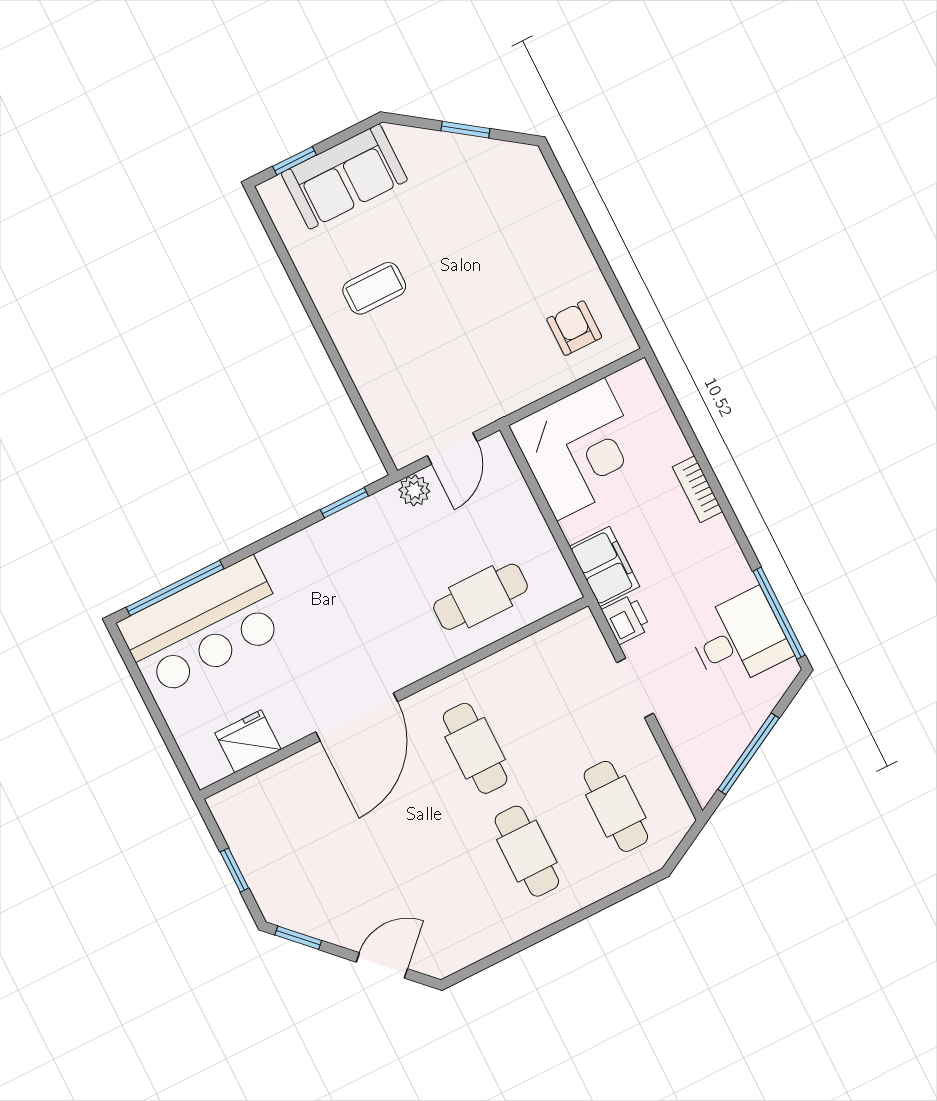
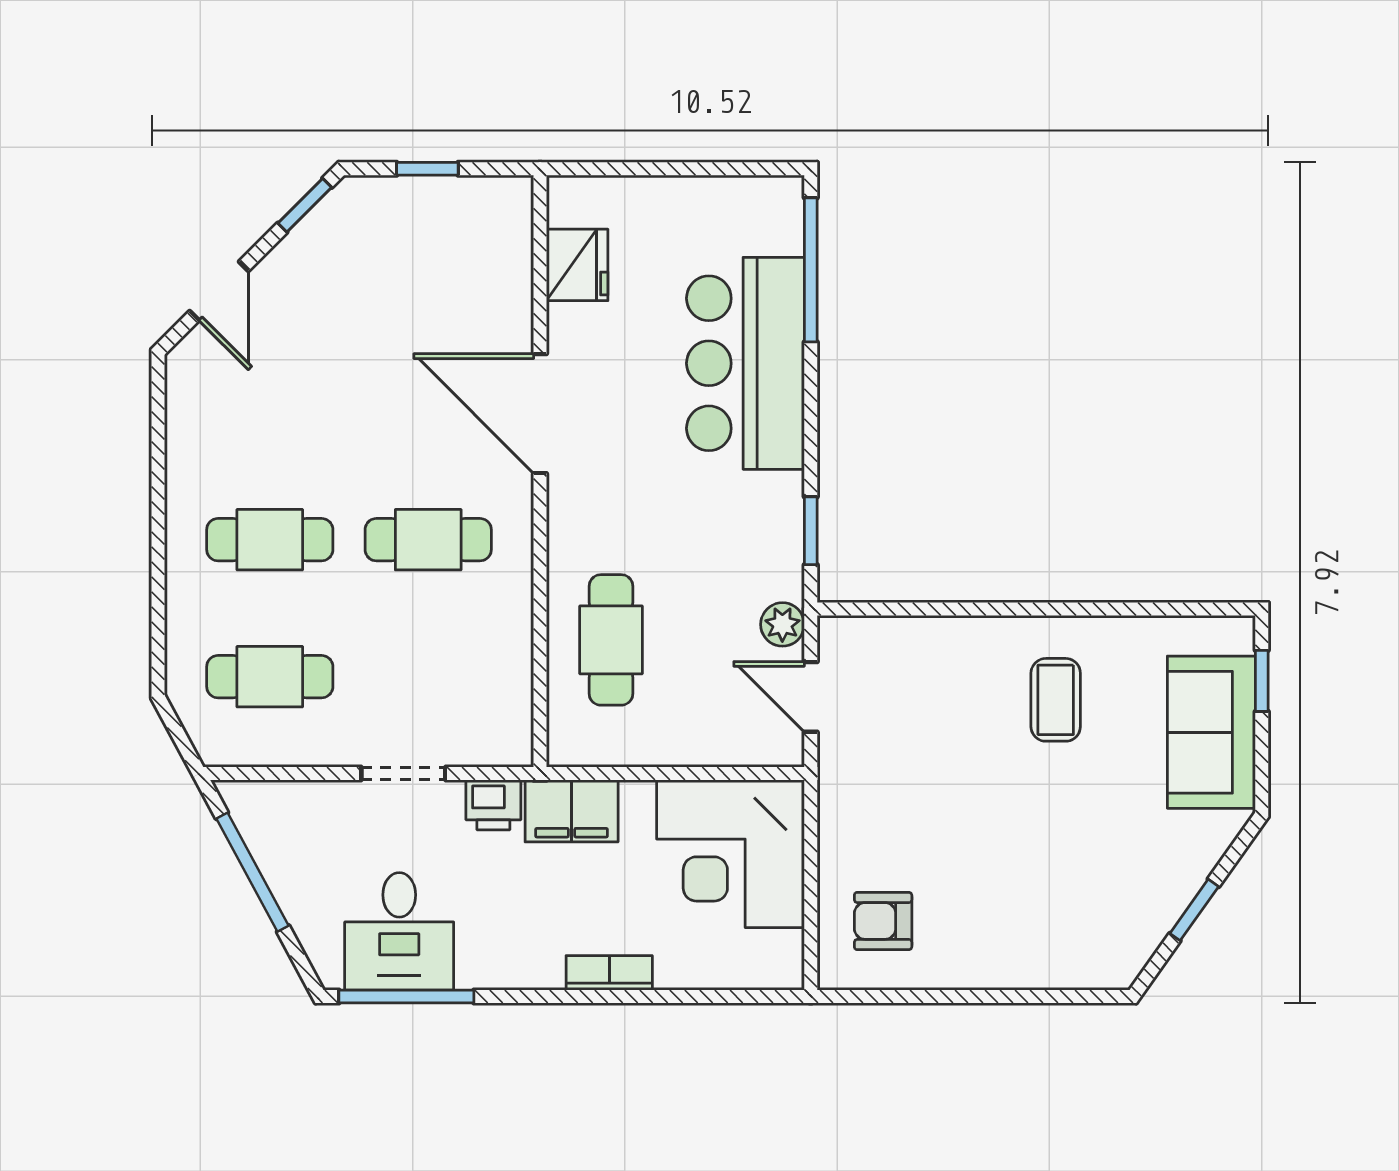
armchair: (574, 328) -> (883, 921), turned 180
bar counter: (203, 627) -> (745, 363), moved

